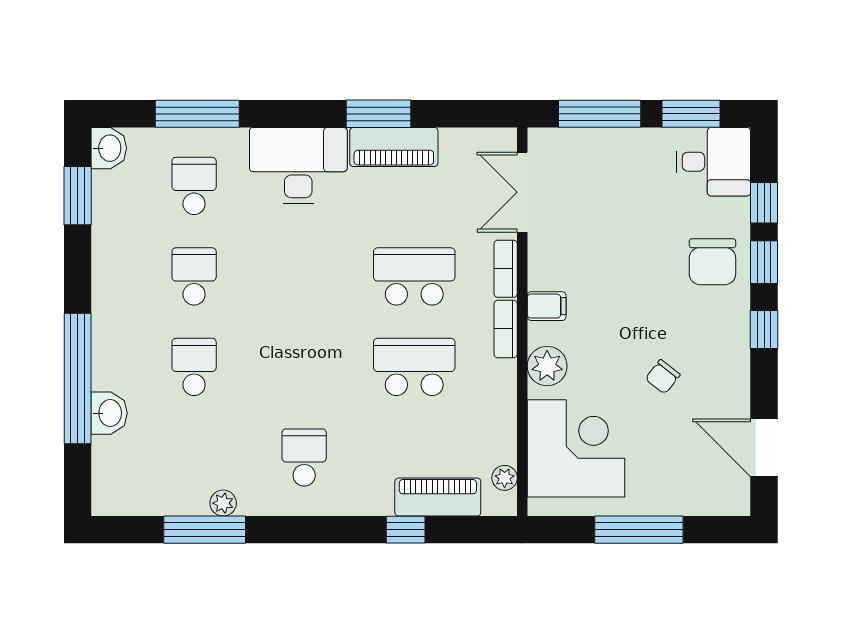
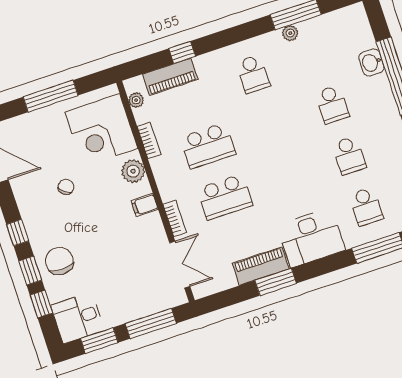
bookcase: (506, 329) -> (149, 140), moved

